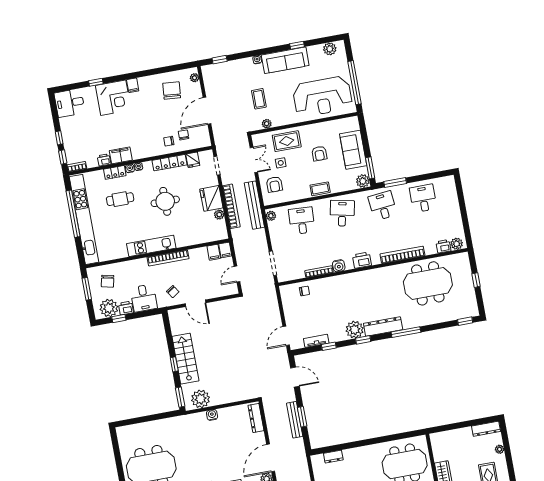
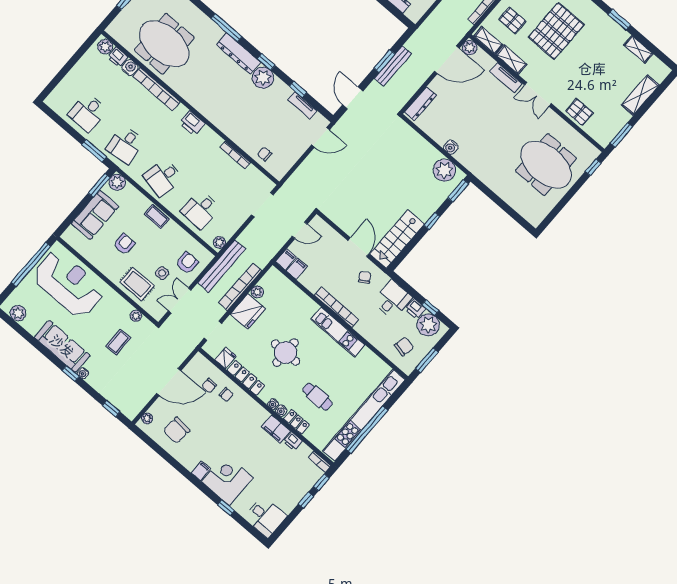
window: (297, 45) -> (71, 374), moved
water cooler: (339, 266) -> (130, 67), moved
stairs: (185, 359) -> (397, 239), moved

